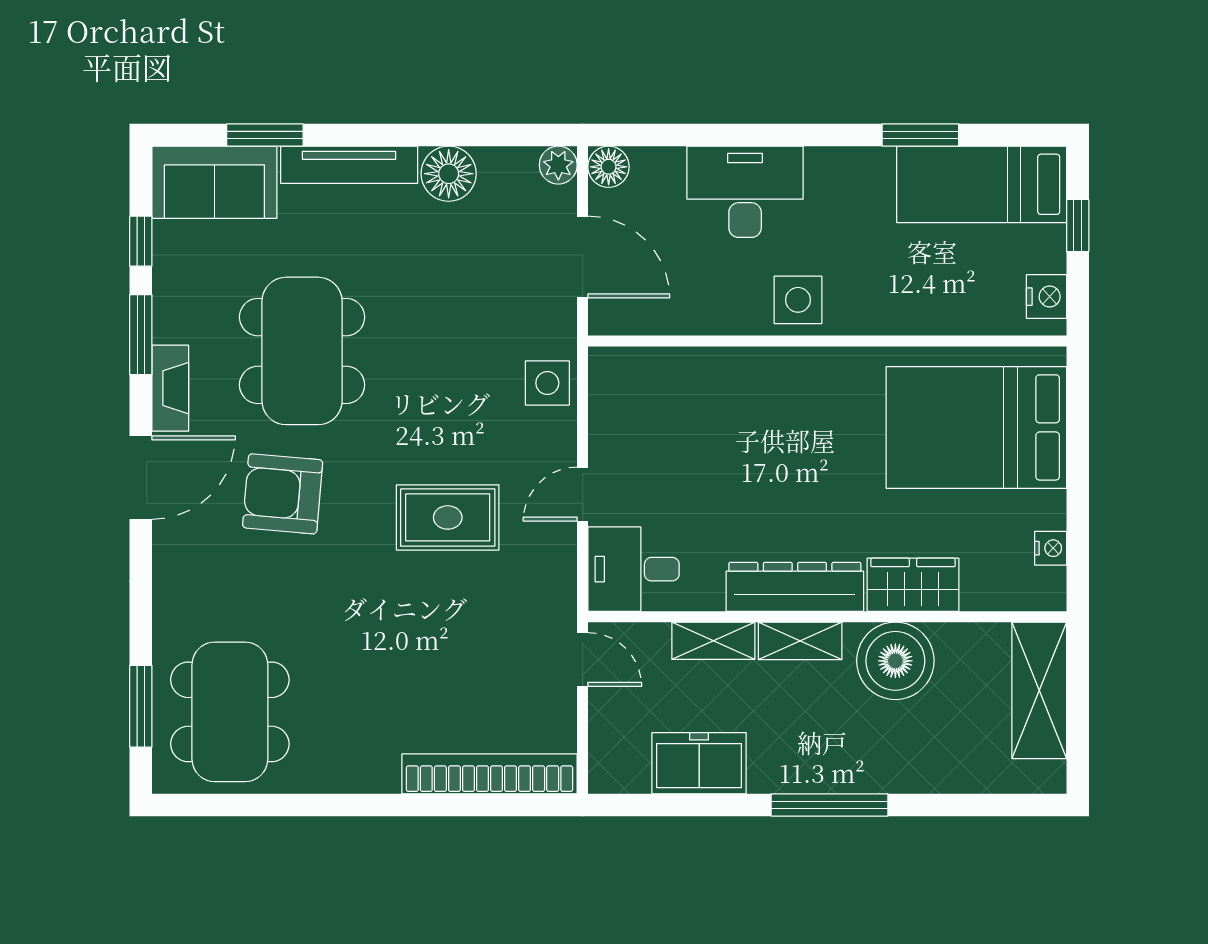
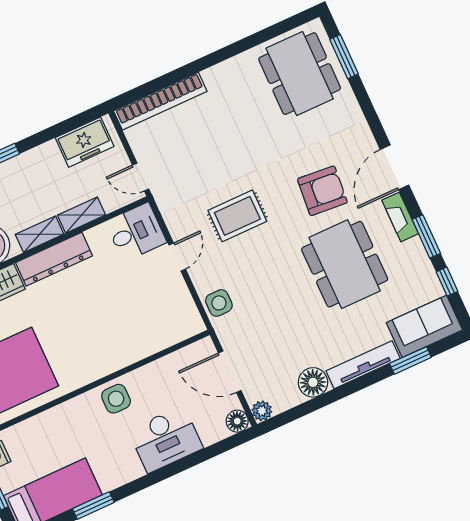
freezer: (699, 763) -> (85, 142), moved

